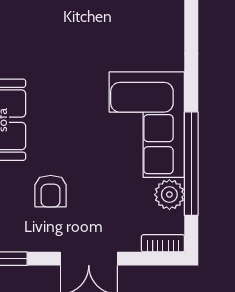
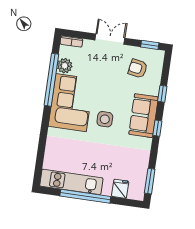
side table: (76, 102) -> (105, 119), added
armchair: (51, 191) -> (138, 69), moved, turned -80

